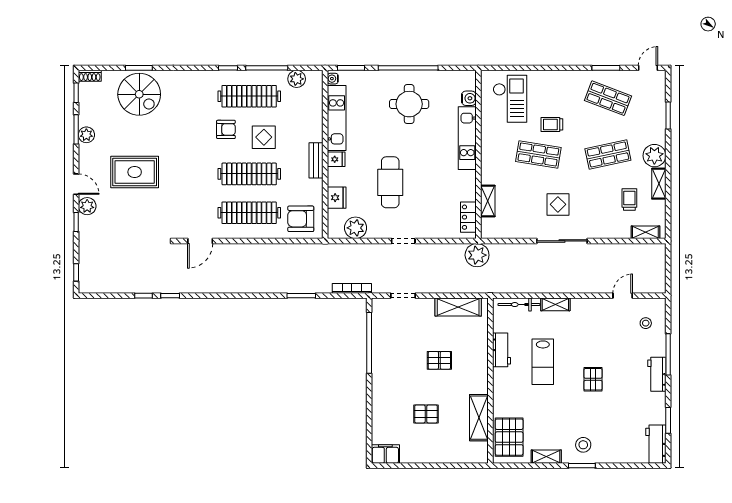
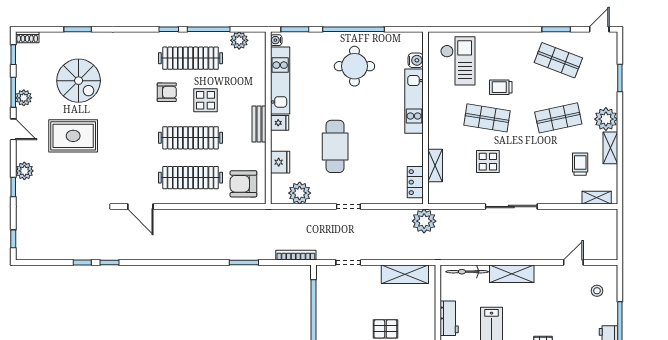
spiral stairs: (139, 94) -> (79, 81), moved
door: (76, 184) -> (13, 129), moved
display table: (558, 204) -> (488, 162), moved
door: (200, 241) -> (140, 207), hinge flipped
shelving: (555, 304) -> (512, 274), width x1.50, depth x1.33

